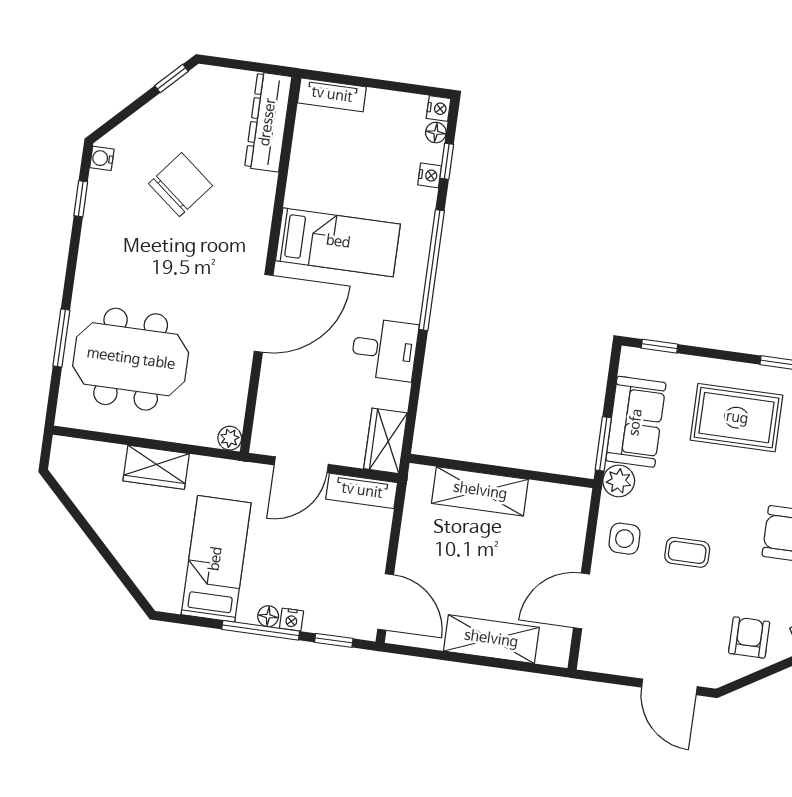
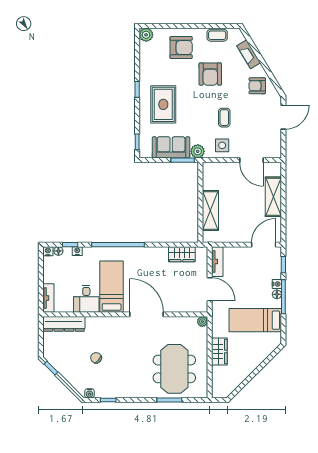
chair: (181, 185) -> (96, 358), width x0.54, depth x0.54
desk: (385, 349) -> (86, 299), moved, turned 180
wardrobe: (385, 441) -> (182, 254), moved

